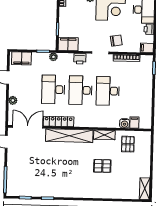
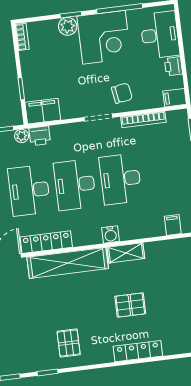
printer: (80, 59) -> (40, 136), moved
water cooler: (125, 123) -> (111, 234), moved
pallet: (128, 144) -> (69, 343), moved
locker: (103, 194) -> (138, 351), added

